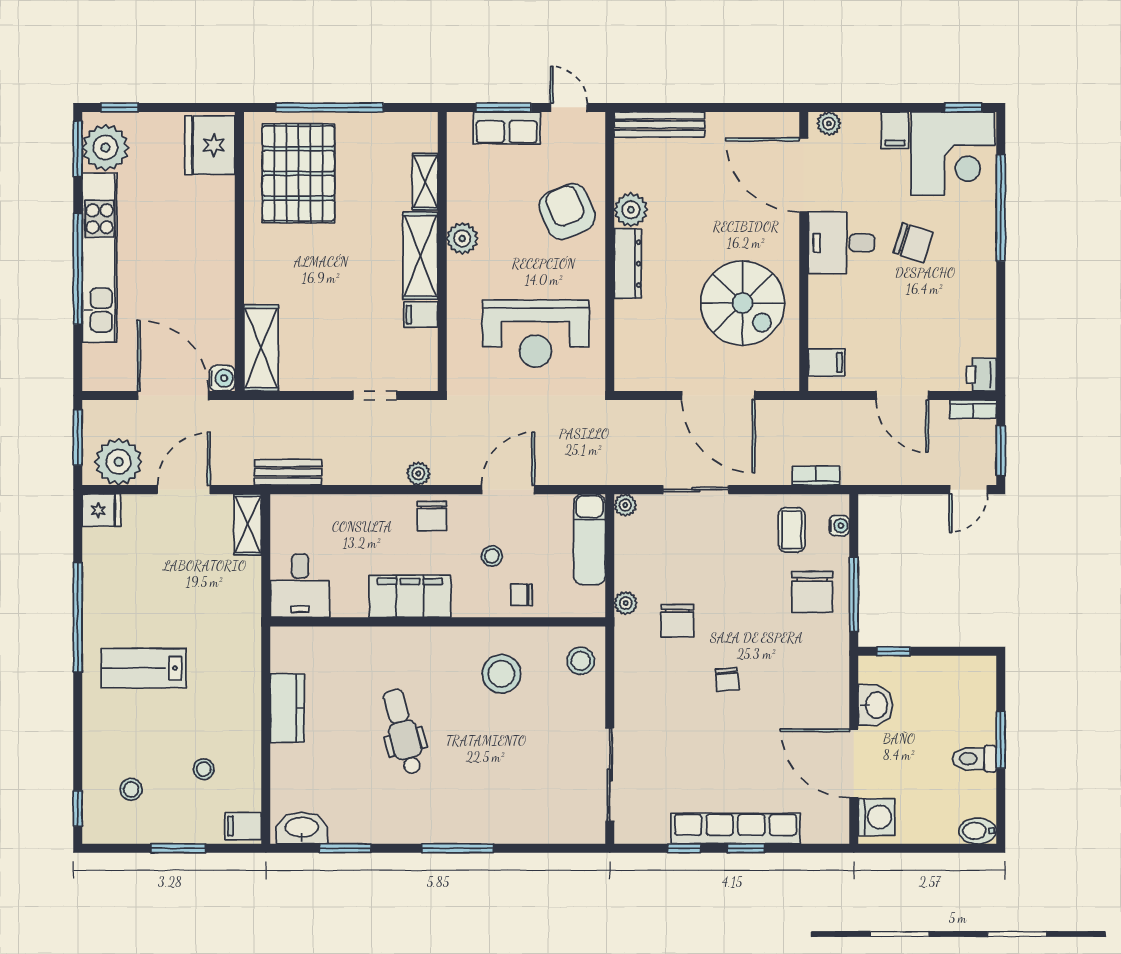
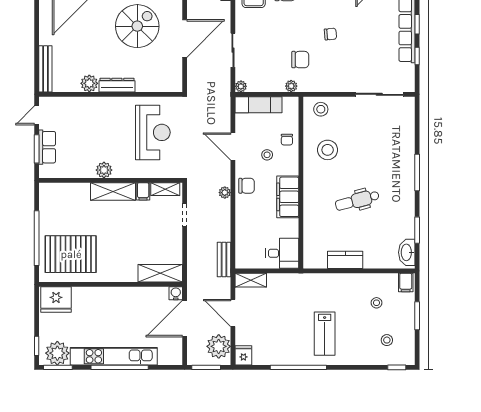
shelving: (425, 182) -> (165, 189), moved
armchair: (567, 211) -> (90, 116), removed

